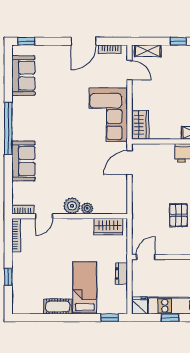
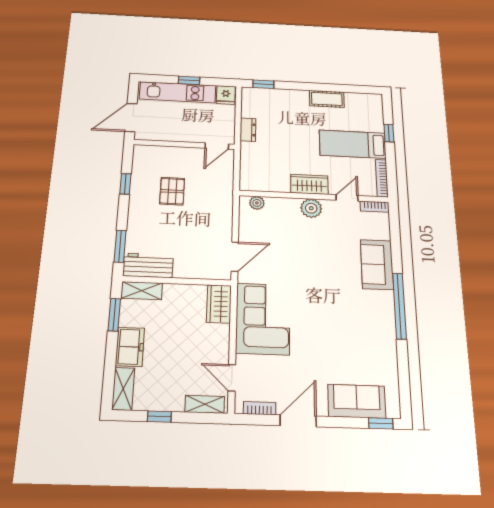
sofa: (23, 76) -> (357, 401), moved, turned 90
plant: (87, 208) -> (257, 203), moved
wardrobe: (108, 227) -> (309, 184), moved
bed: (85, 288) -> (353, 144), moved, turned 90

